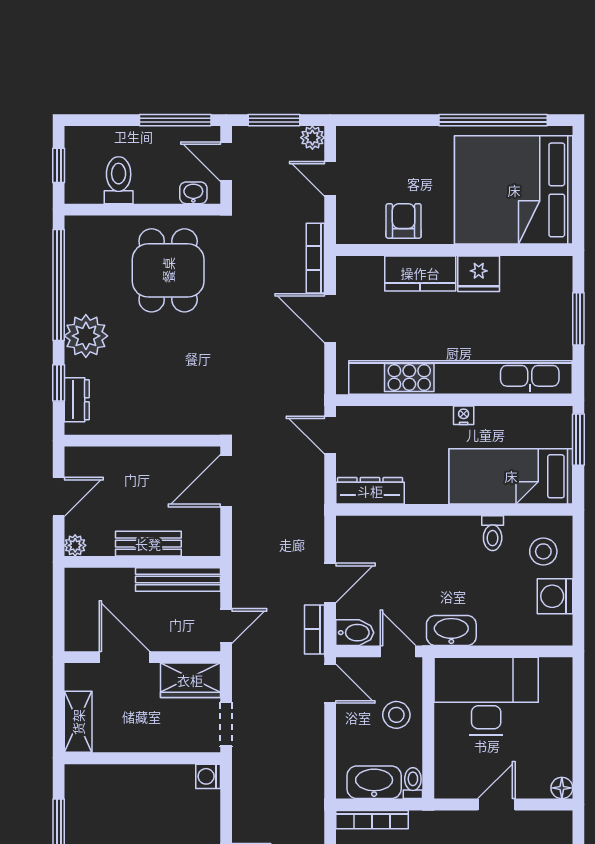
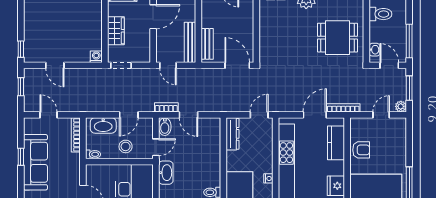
door: (226, 162) -> (389, 65), hinge flipped
kitchen counter: (420, 273) -> (336, 143), moved
bench: (148, 544) -> (207, 44), moved
wardrobe: (190, 680) -> (116, 31), moved, turned 180
door: (330, 684) -> (129, 115), moved
washbasin: (374, 782) -> (103, 125), moved, turned 90

